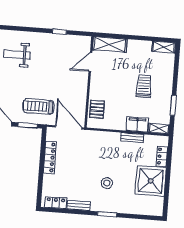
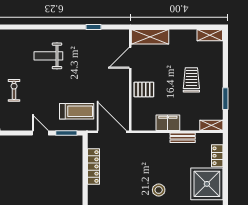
treadmill: (38, 106) -> (77, 111), turned 180
pallet: (97, 109) -> (144, 90), moved, turned 90
filing cabinet: (137, 124) -> (168, 123), moved

